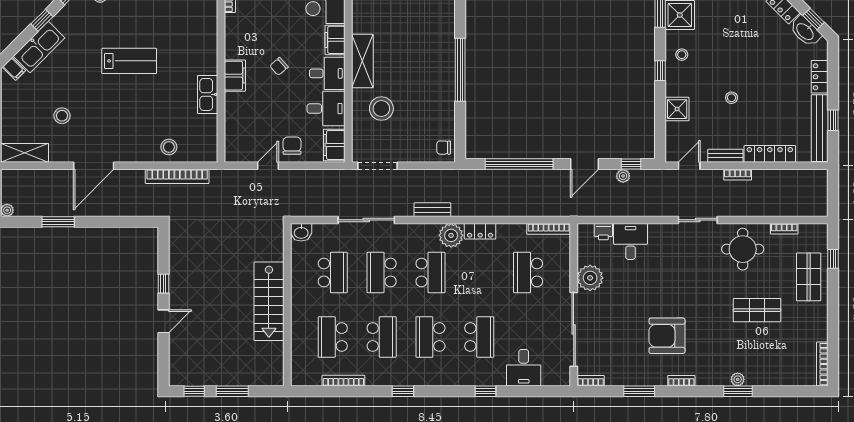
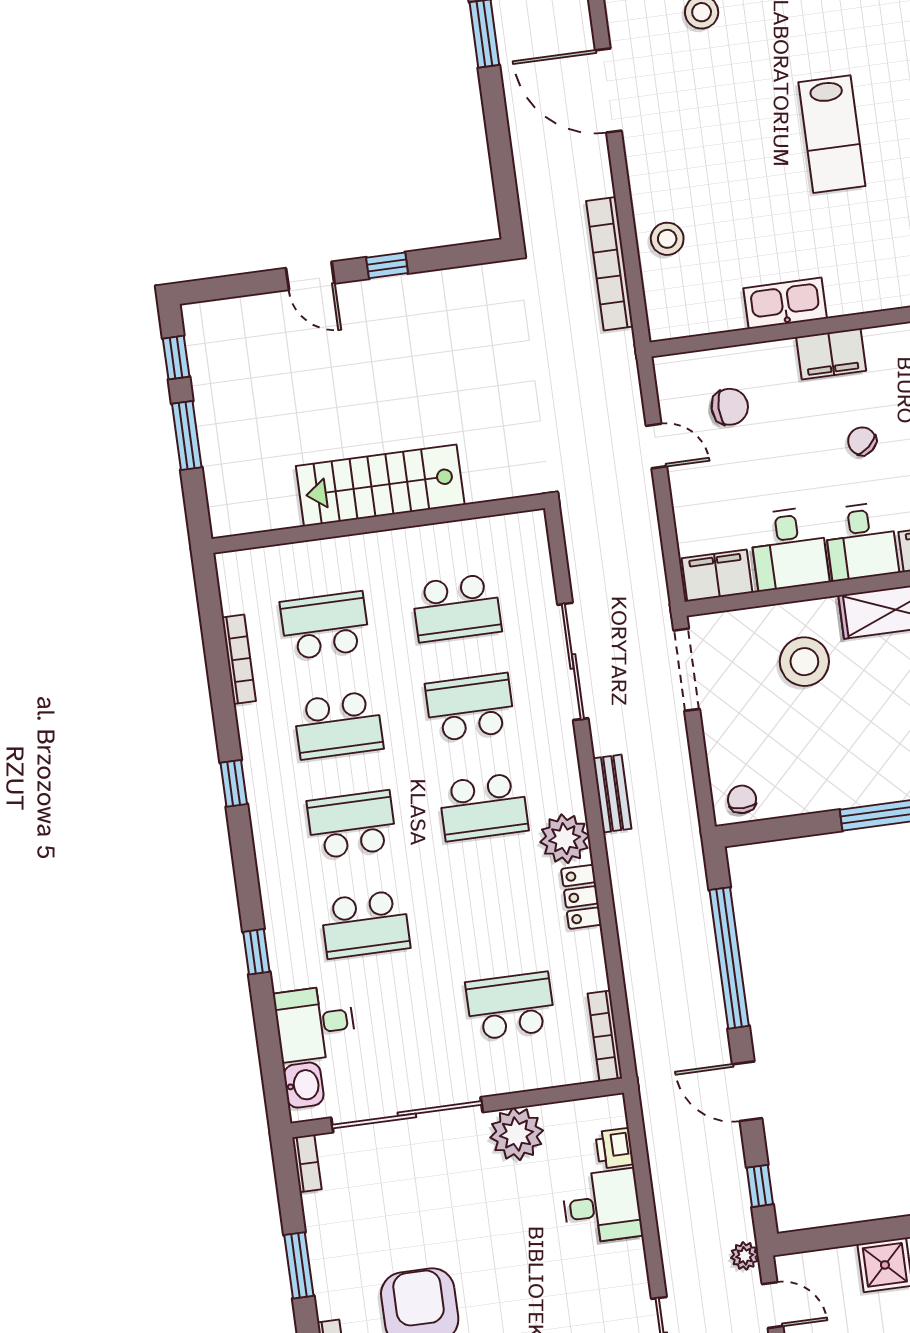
chair: (292, 146) -> (730, 407), moved
plant: (623, 176) -> (745, 1256), moved
washbasin: (301, 232) -> (304, 1085), moved, turned 180

